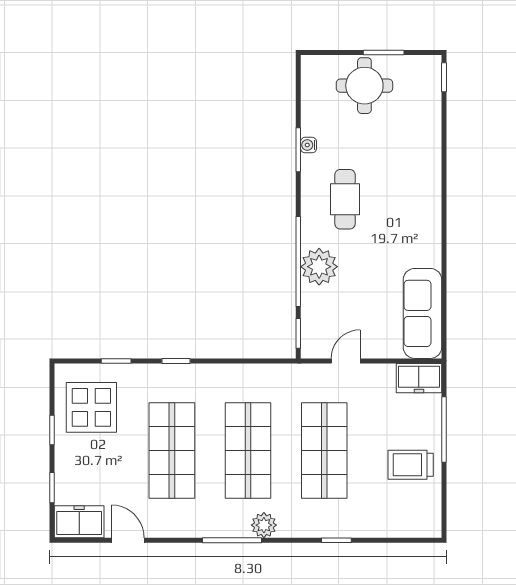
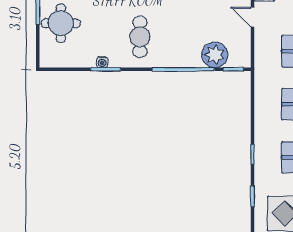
cafe table: (345, 199) -> (140, 37), turned 90
plant: (319, 267) -> (215, 55), moved
door: (346, 361) -> (252, 17), moved

